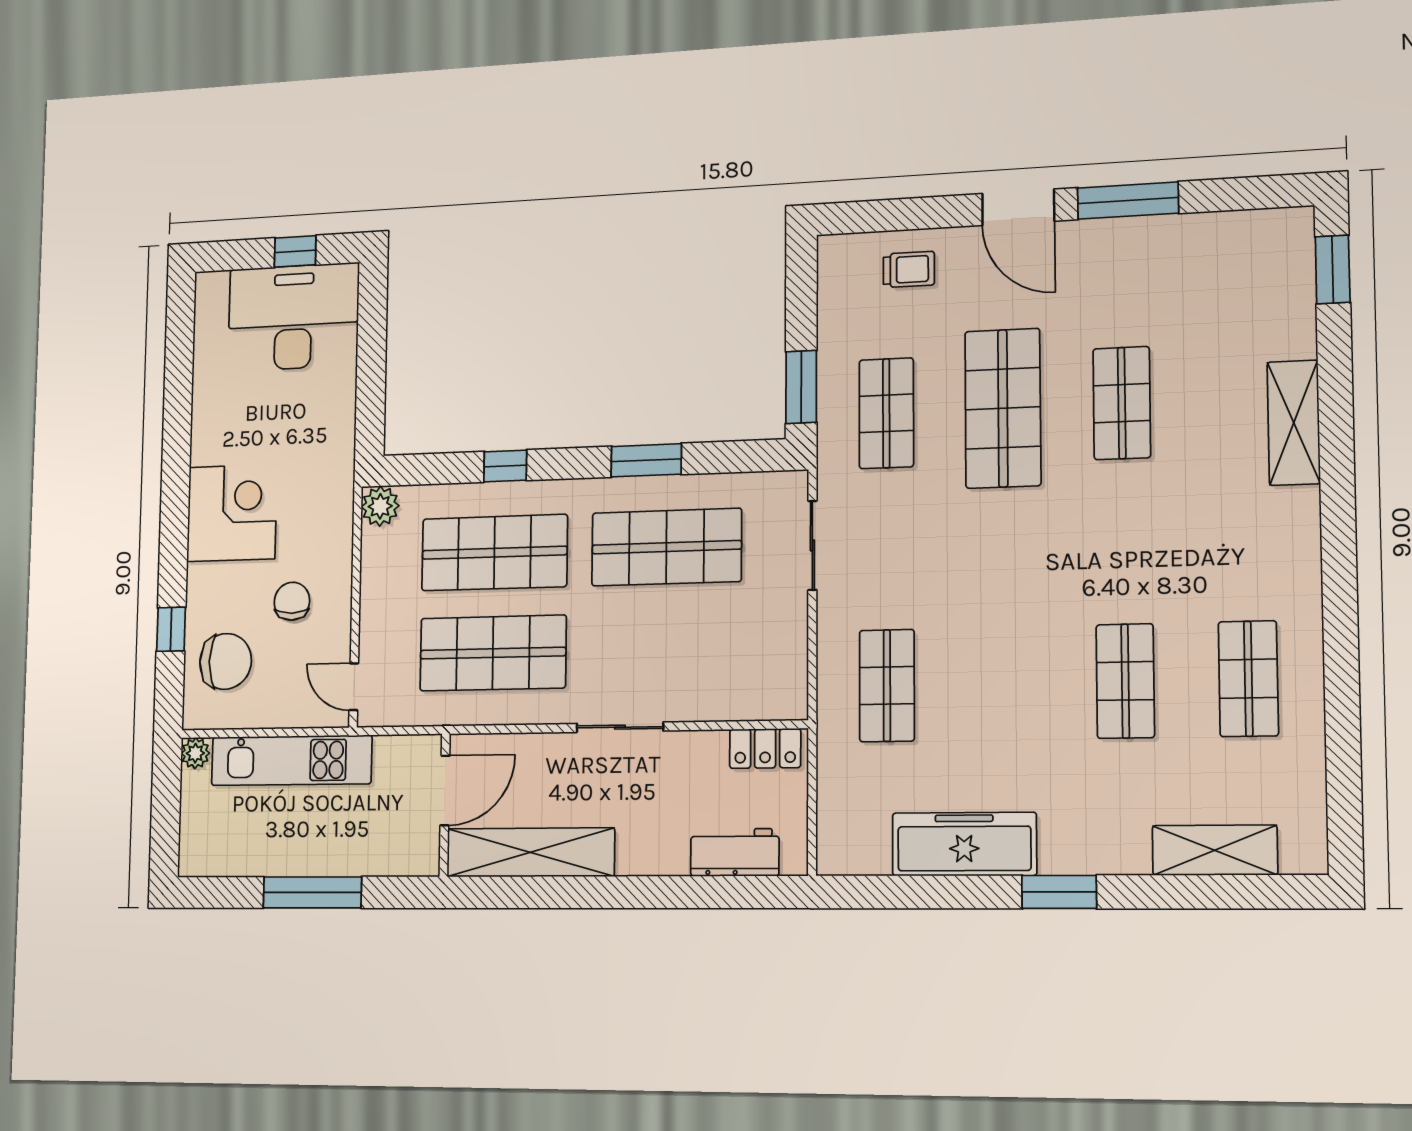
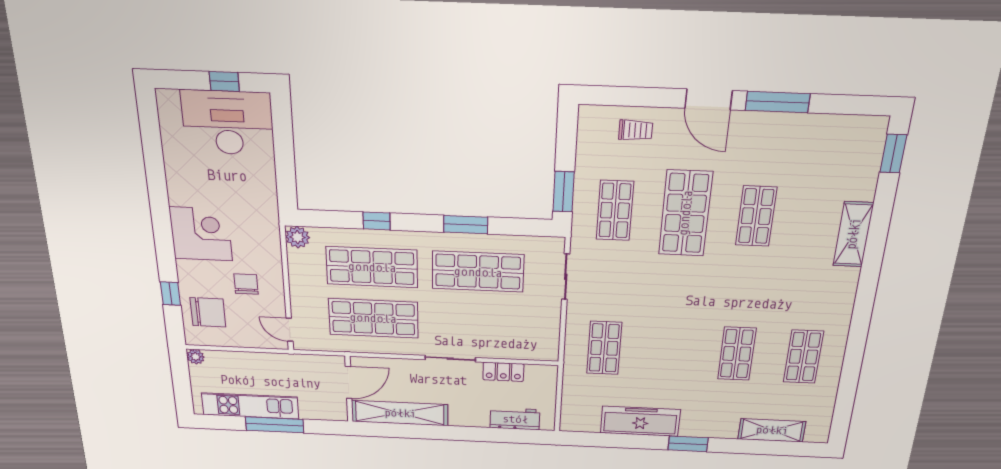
locker: (765, 748) -> (503, 372), moved
kitchen unit: (291, 760) -> (250, 406), moved, turned 180

